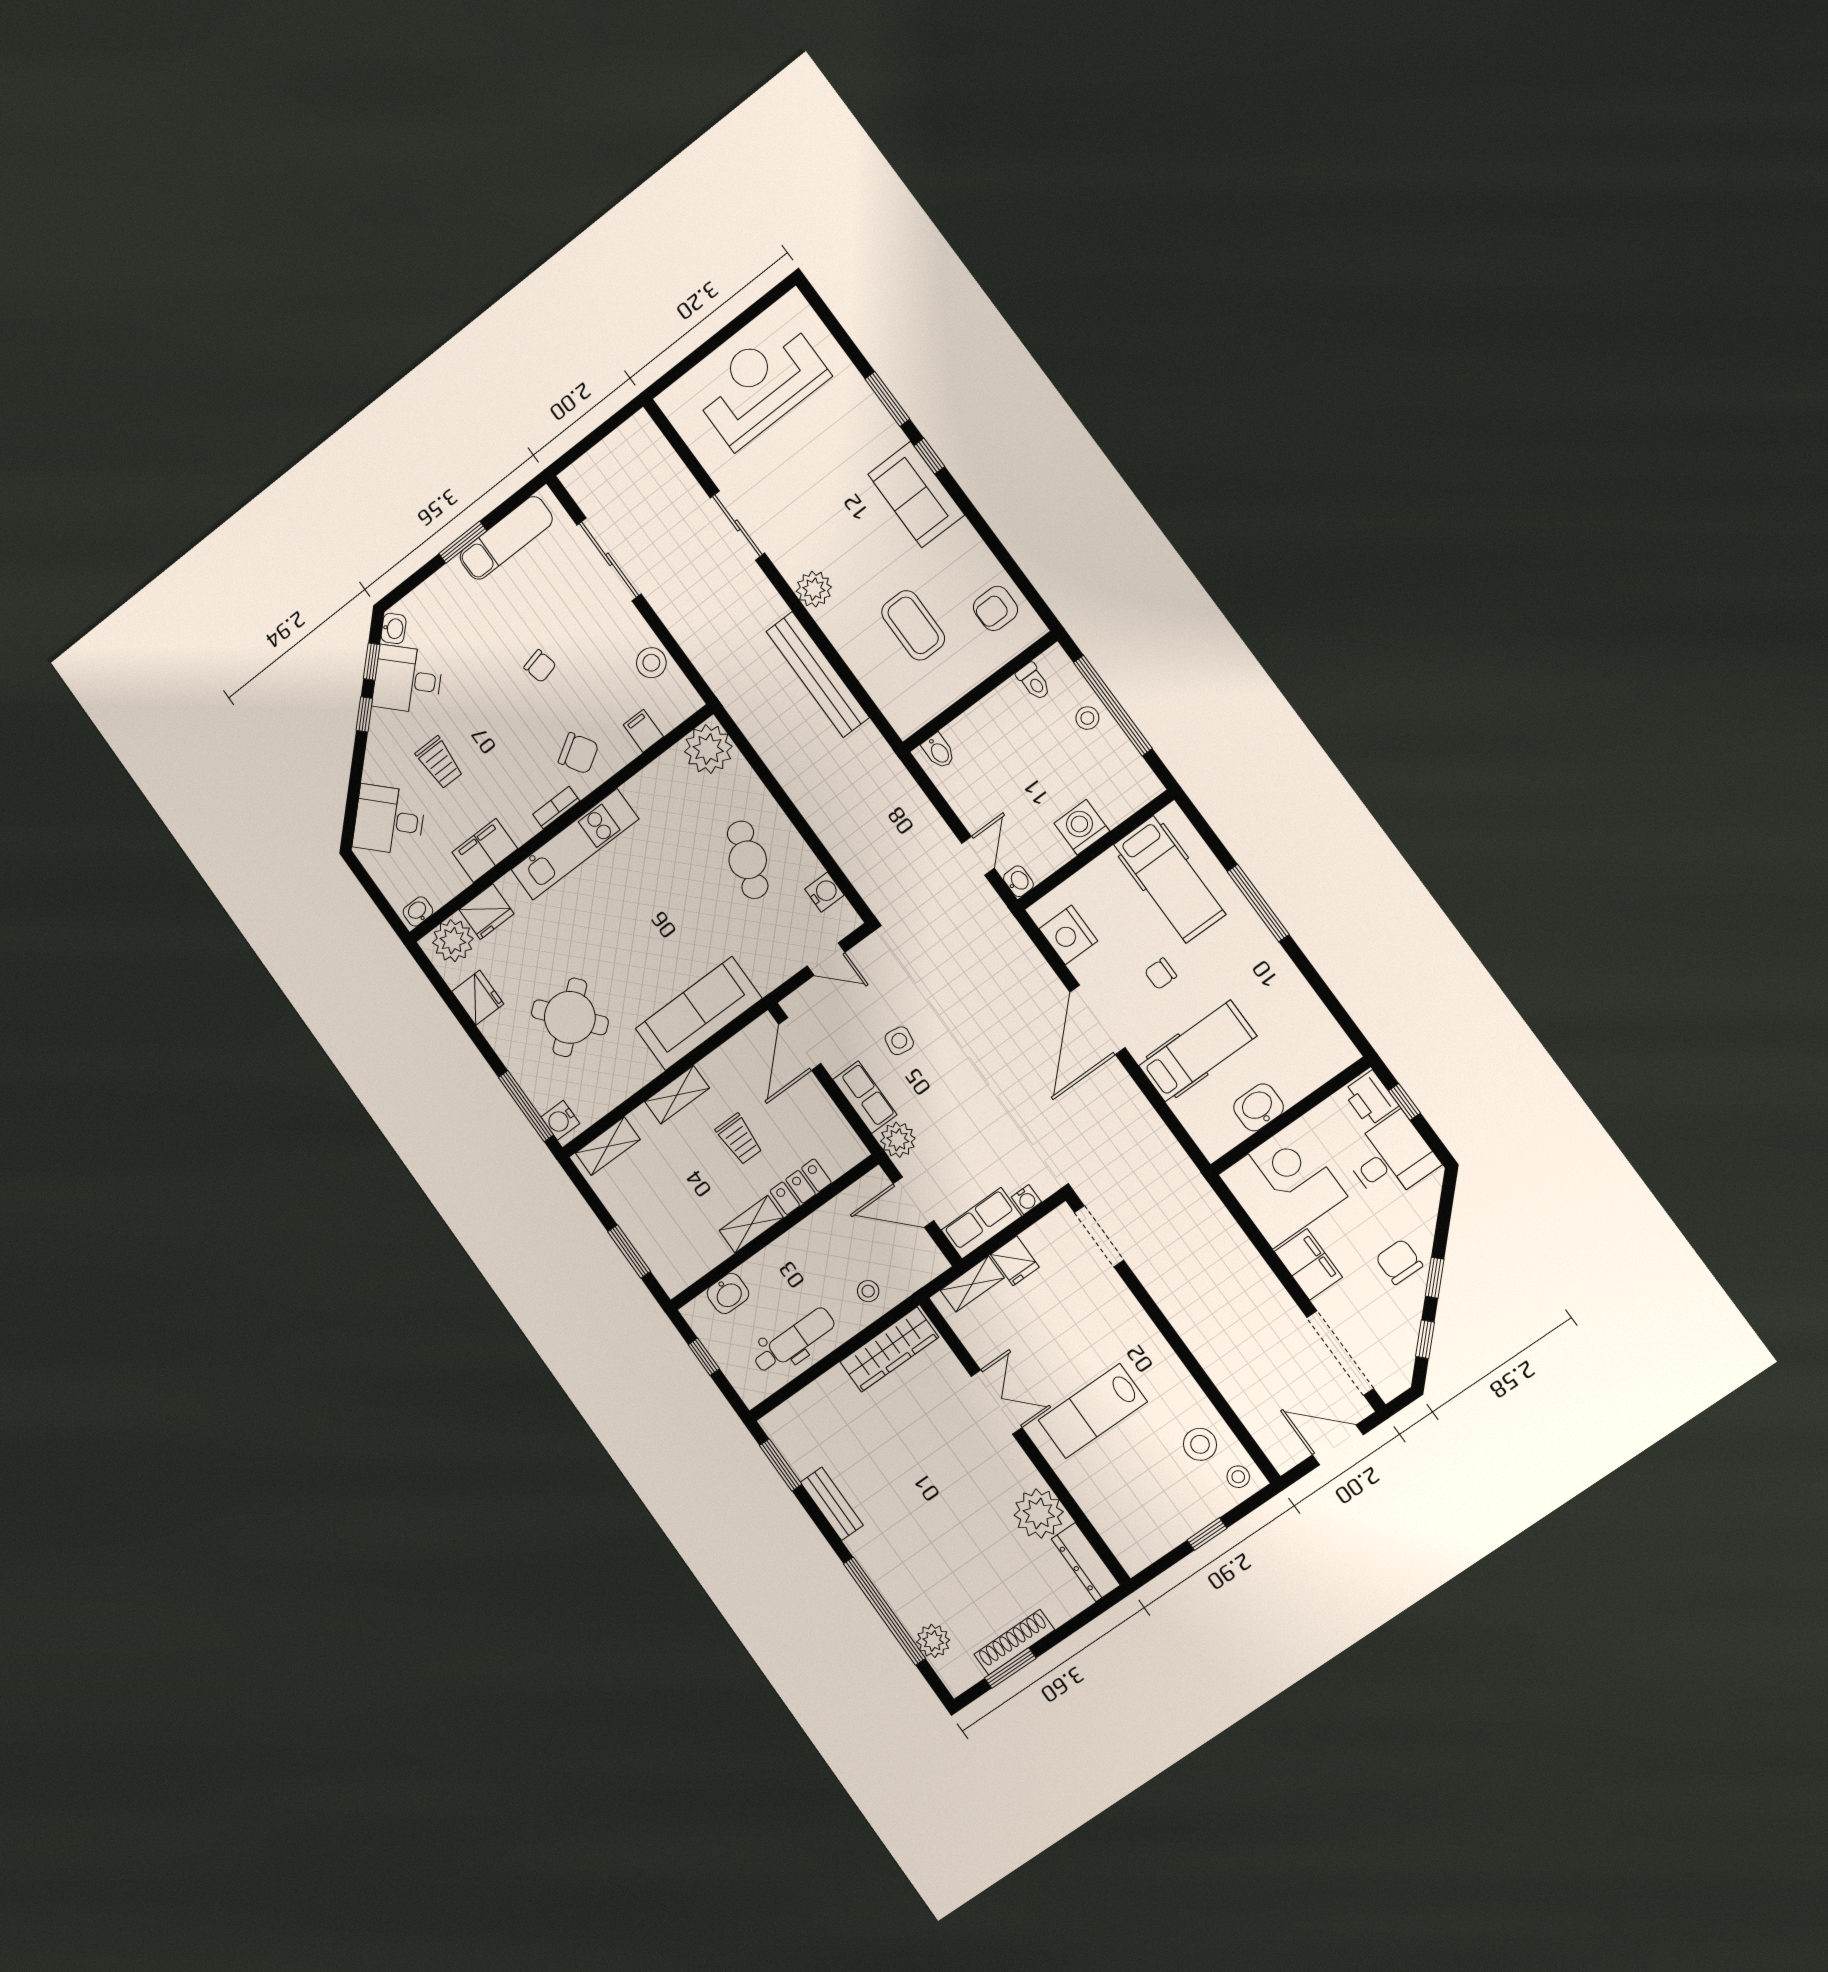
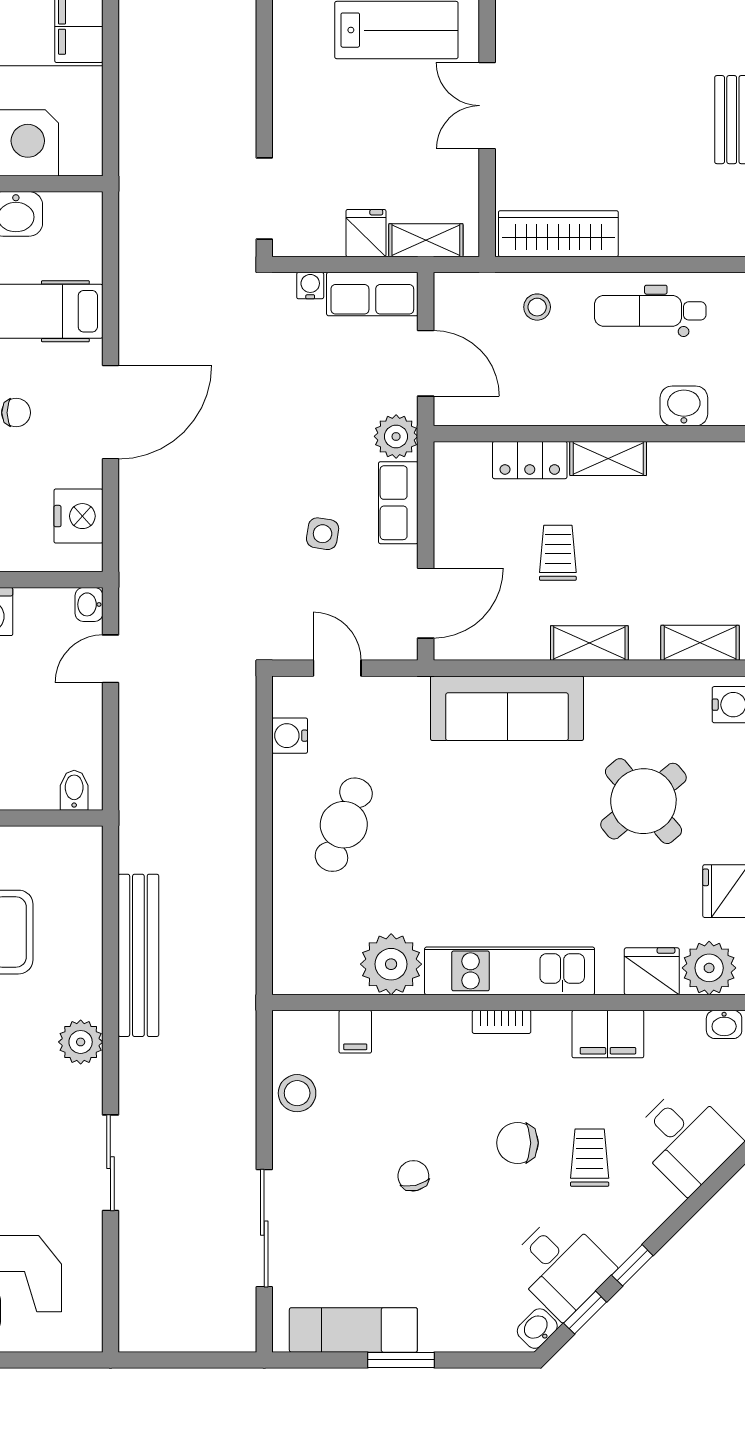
plant: (708, 749) -> (391, 964), moved
chair: (578, 753) -> (518, 1143), moved, turned -58

